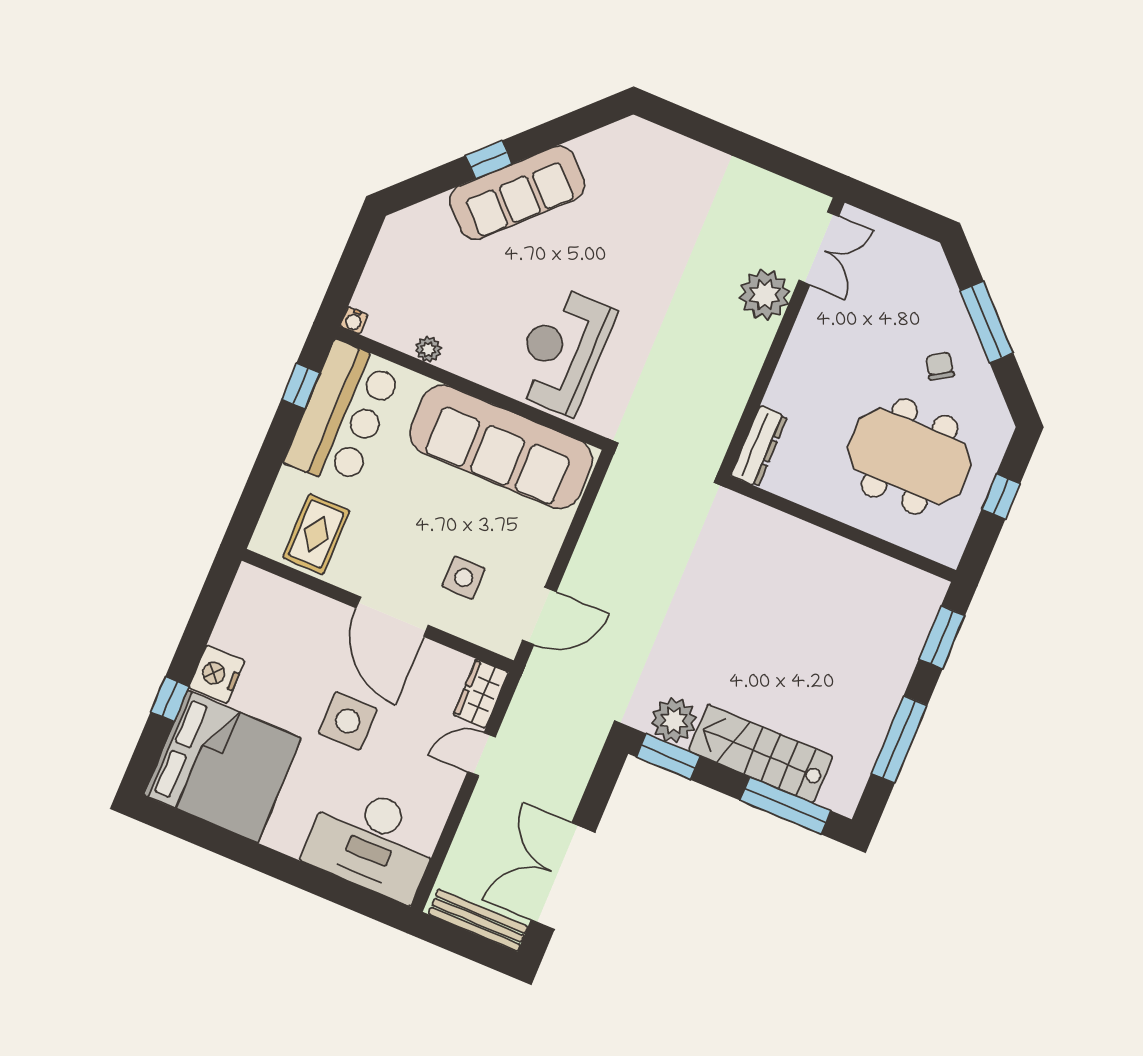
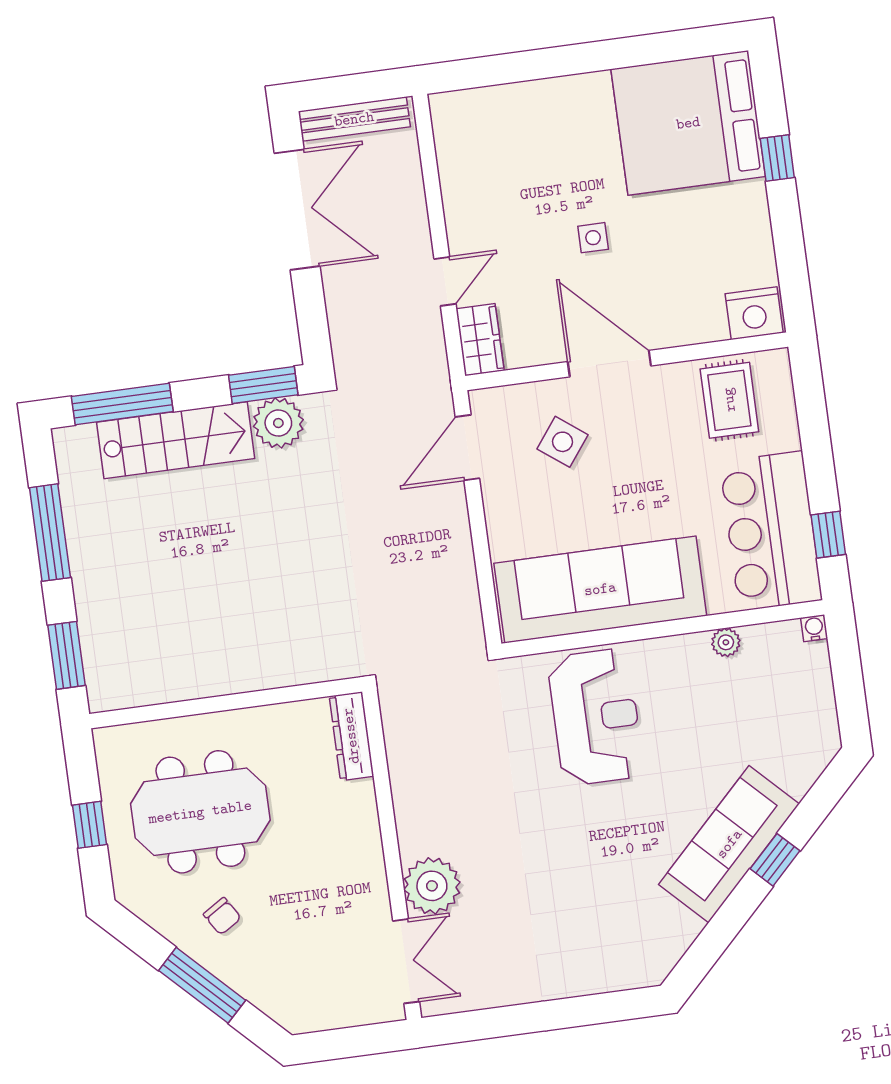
double door: (819, 248) -> (406, 961), swing flipped
side table: (464, 578) -> (562, 442), turned 37
nightstand: (217, 674) -> (754, 313), moved, turned 90
side table: (348, 721) -> (593, 238), width x0.54, depth x0.54
desk: (372, 842) -> (501, 135), removed

